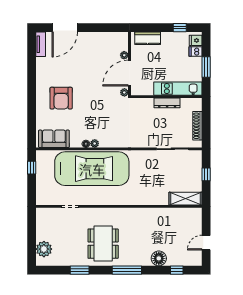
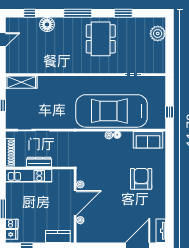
kitchen unit: (178, 89) -> (29, 176), moved
wall: (166, 97) -> (40, 168), moved
dresser: (167, 103) -> (39, 162), moved

